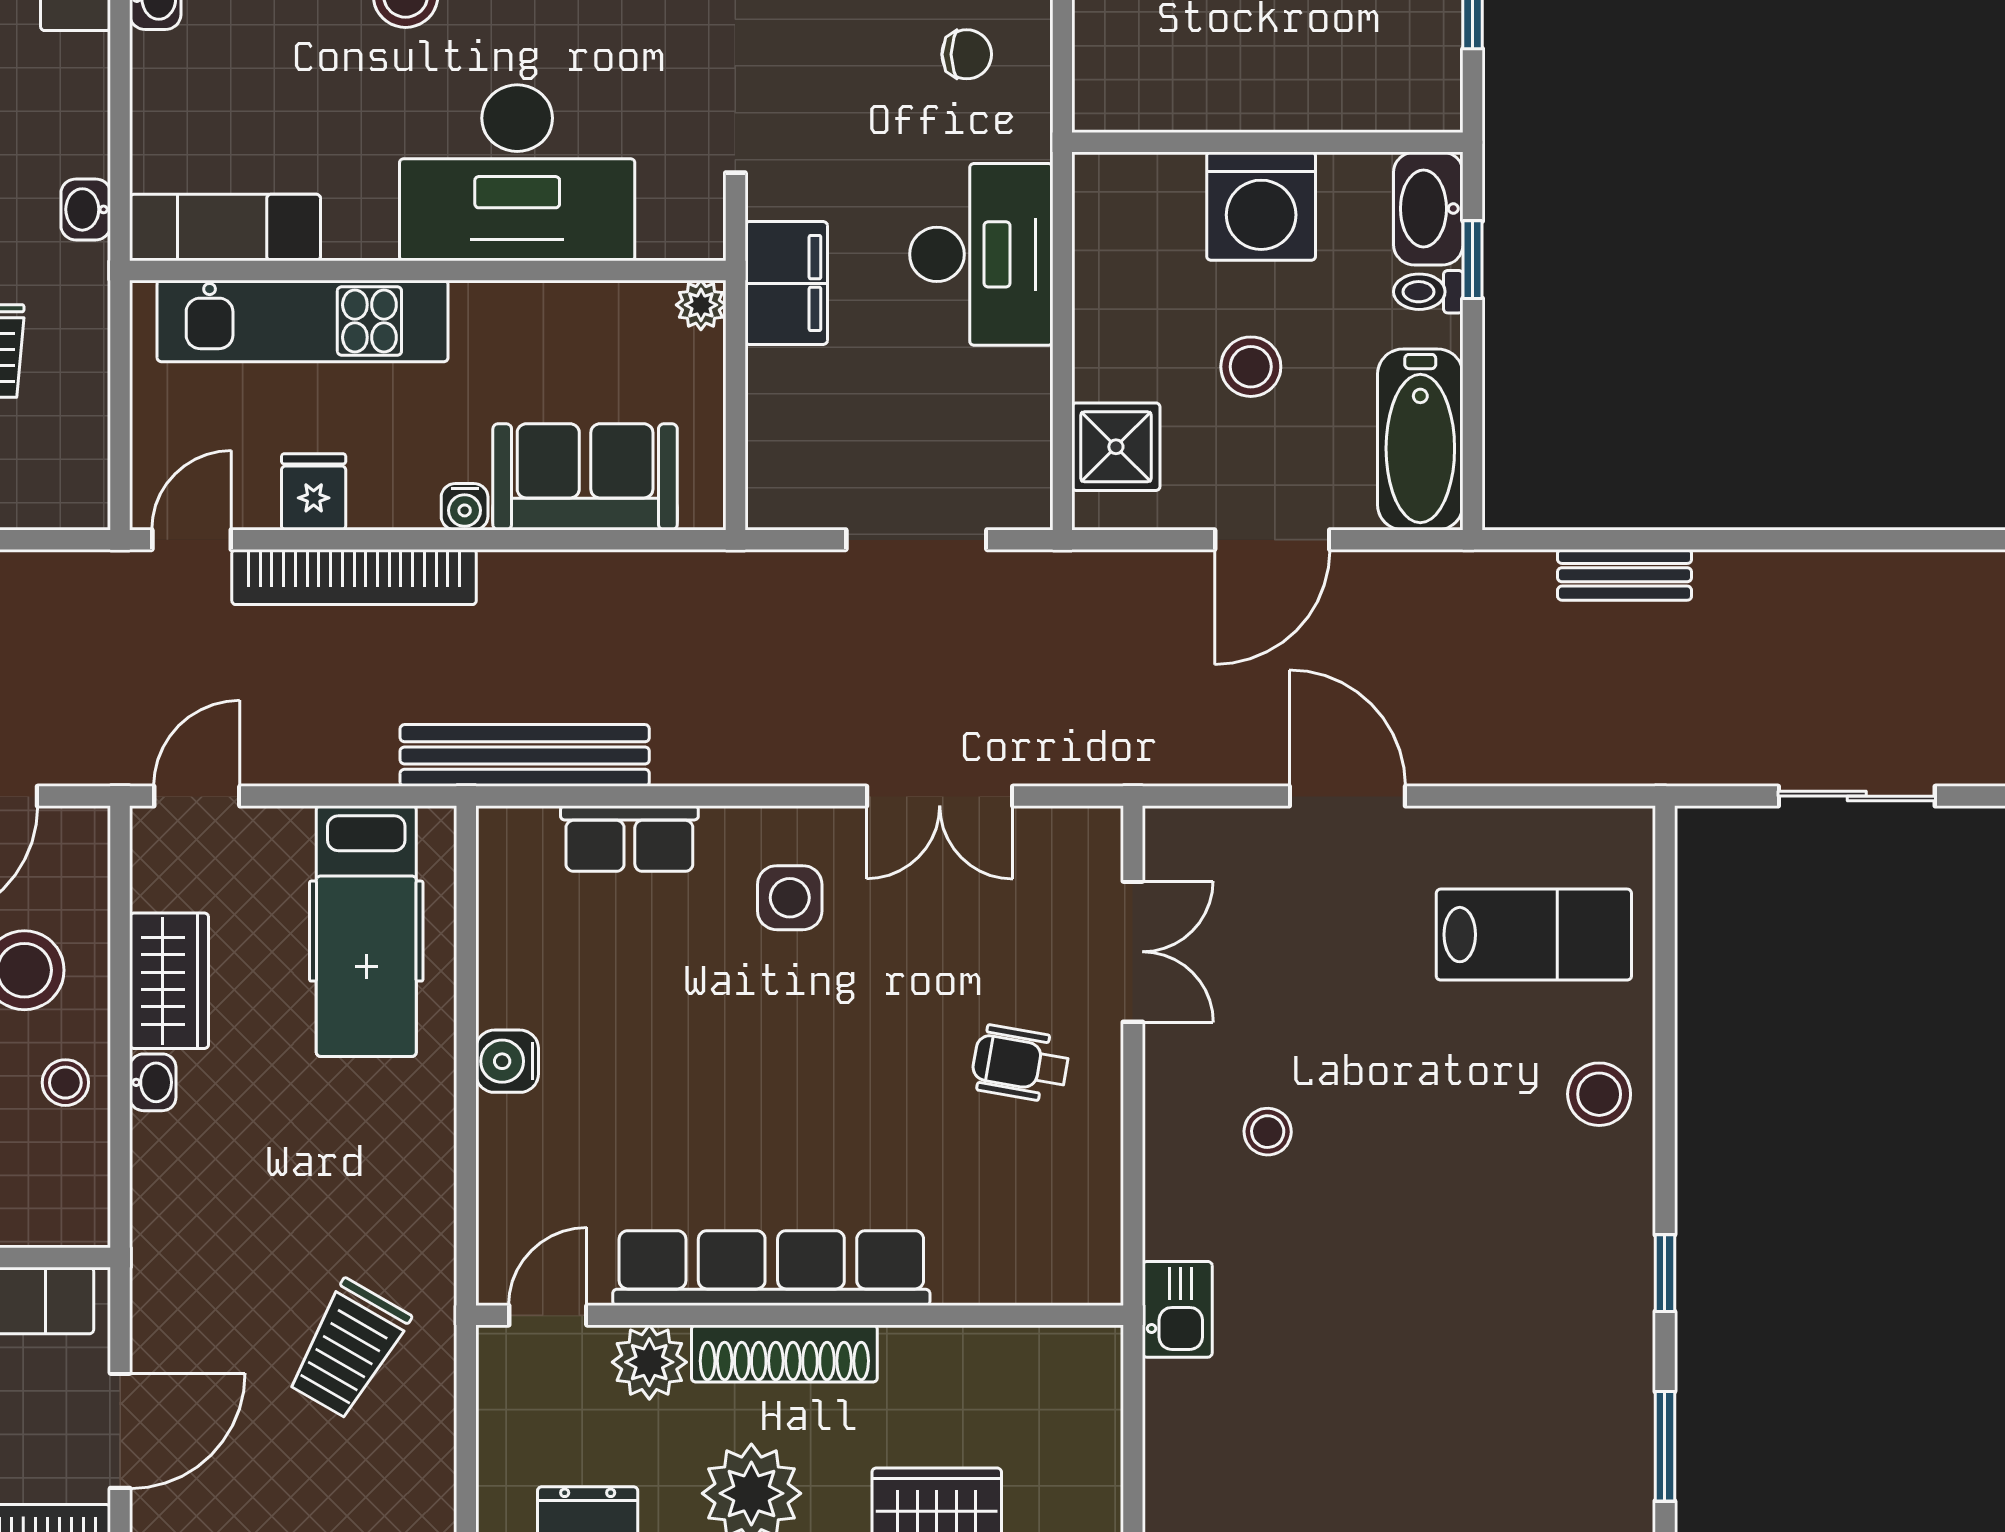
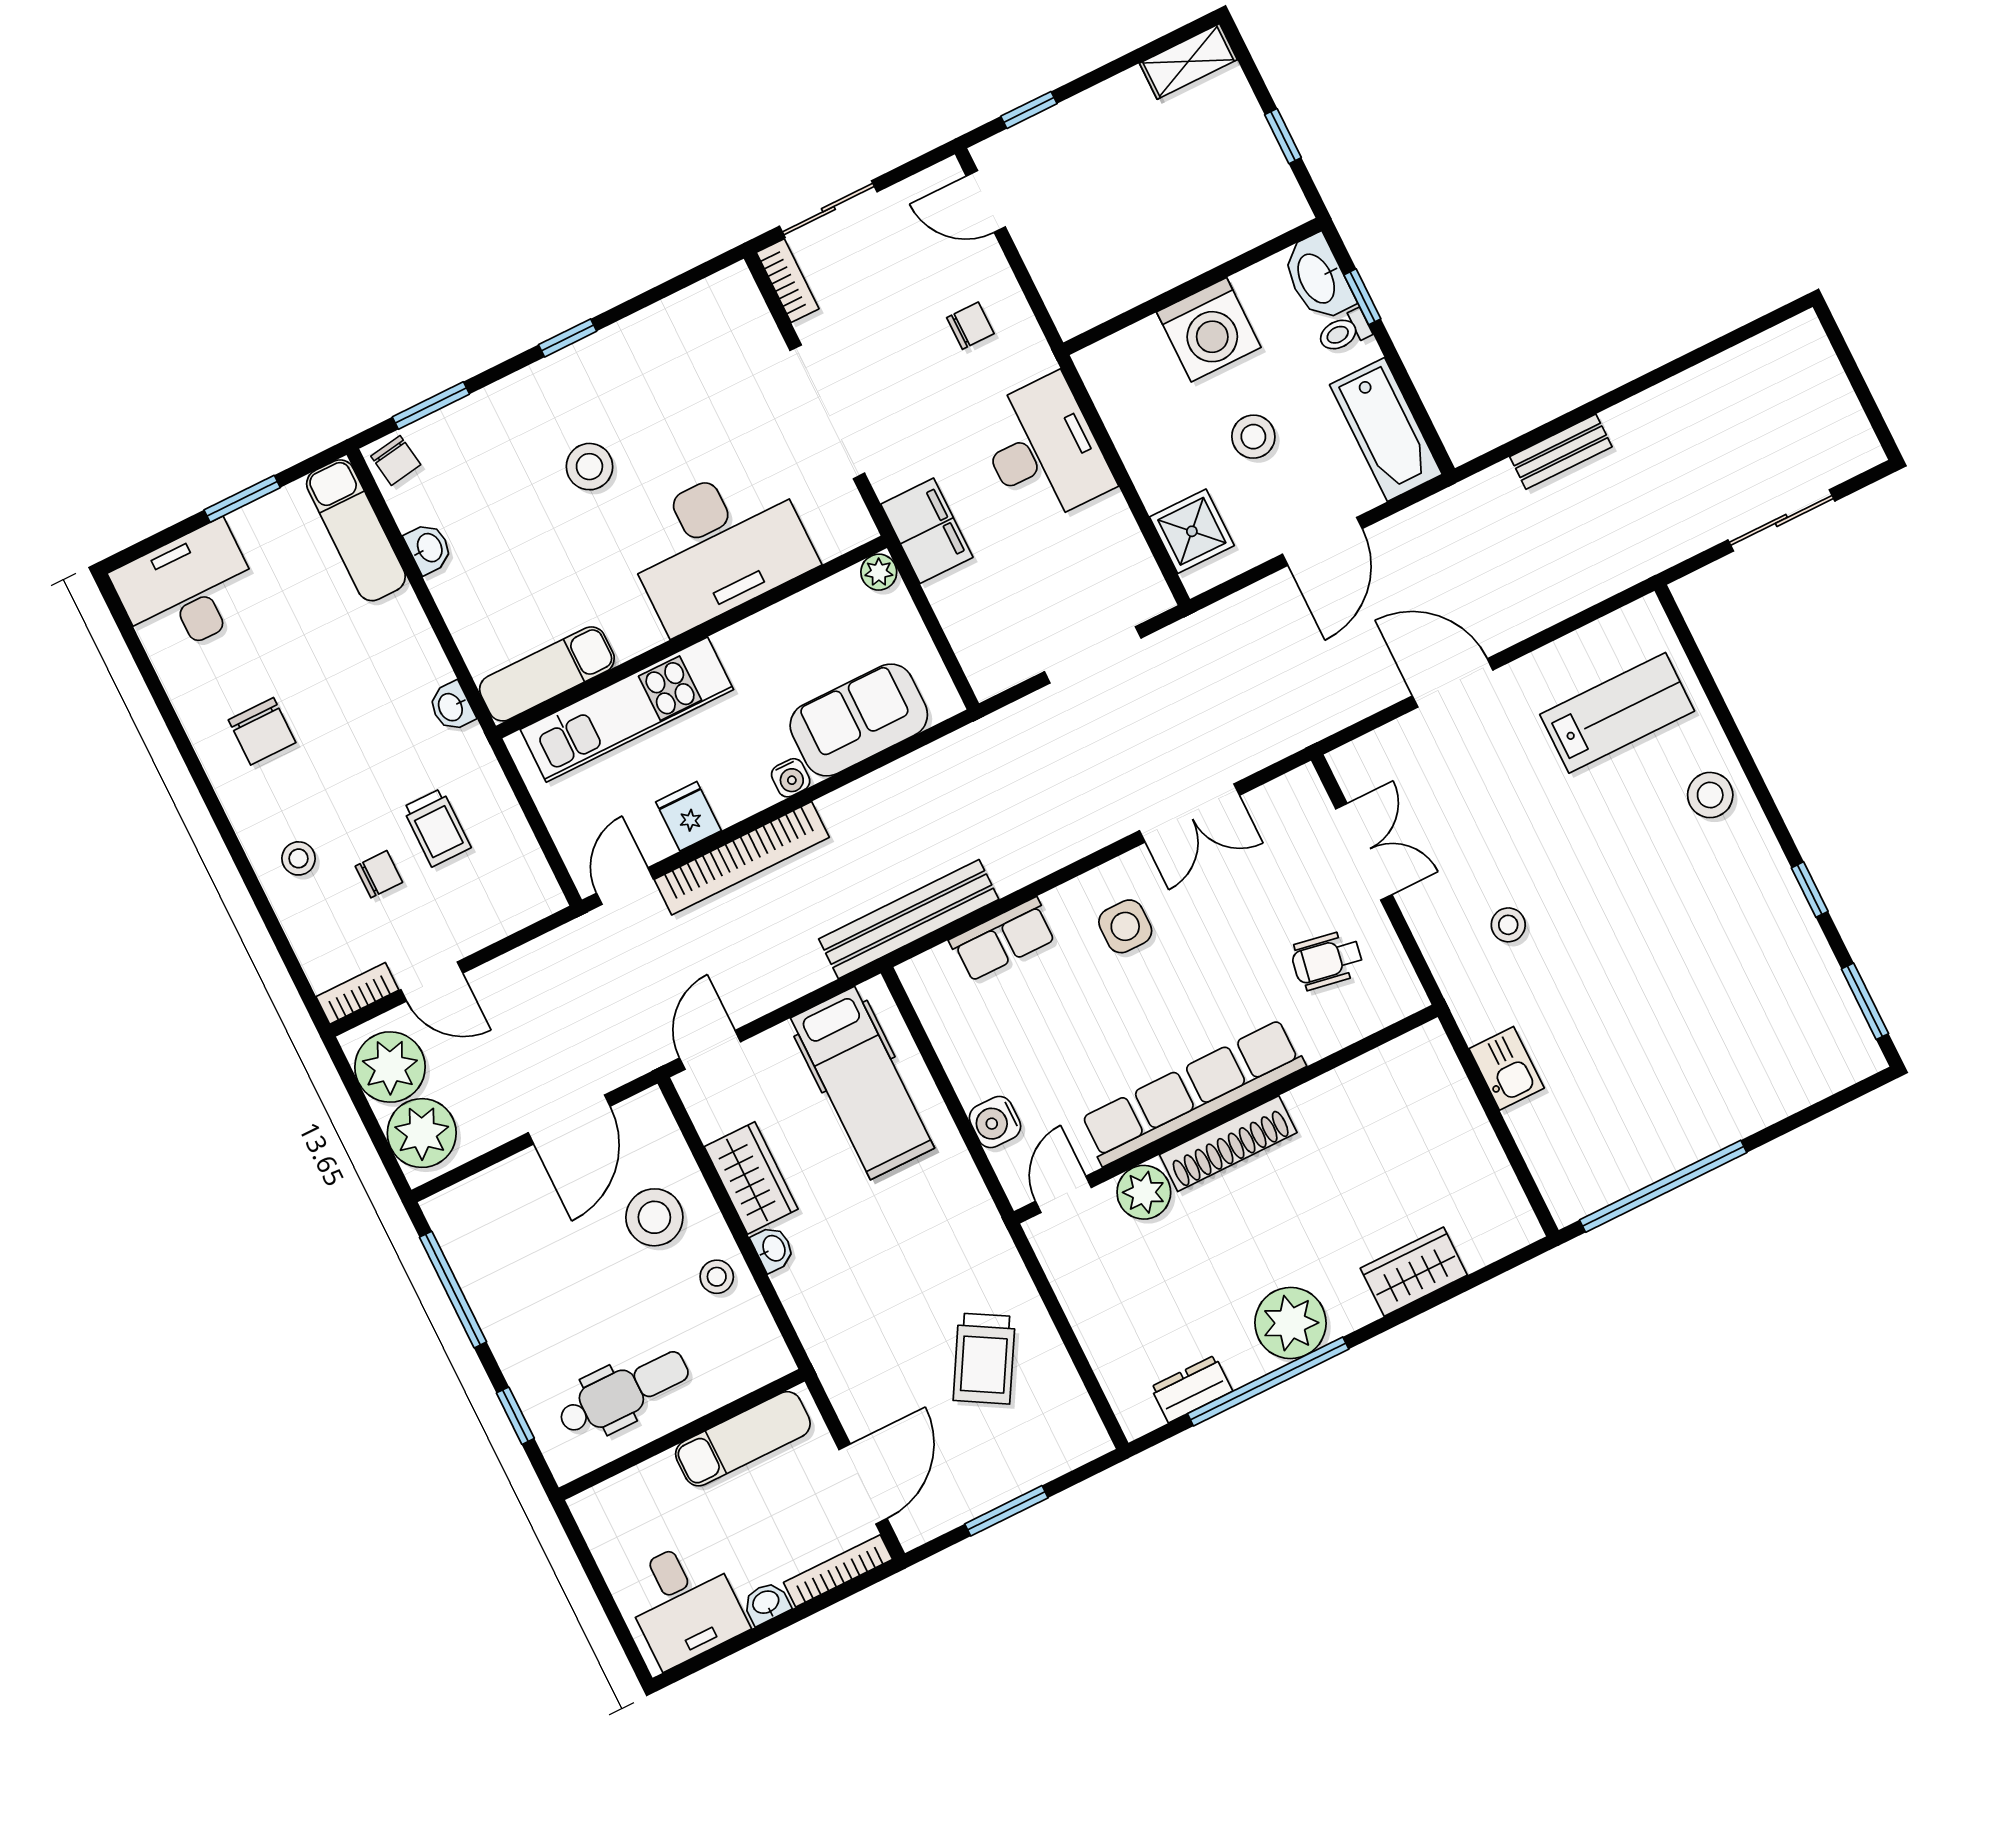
row of seats: (771, 1268) -> (1193, 1093), moved
door: (548, 1315) -> (1063, 1194), moved
wall: (800, 1315) -> (1226, 1114), moved
shoe rack: (784, 1353) -> (1228, 1144), moved
plant: (649, 1362) -> (1144, 1192), moved

